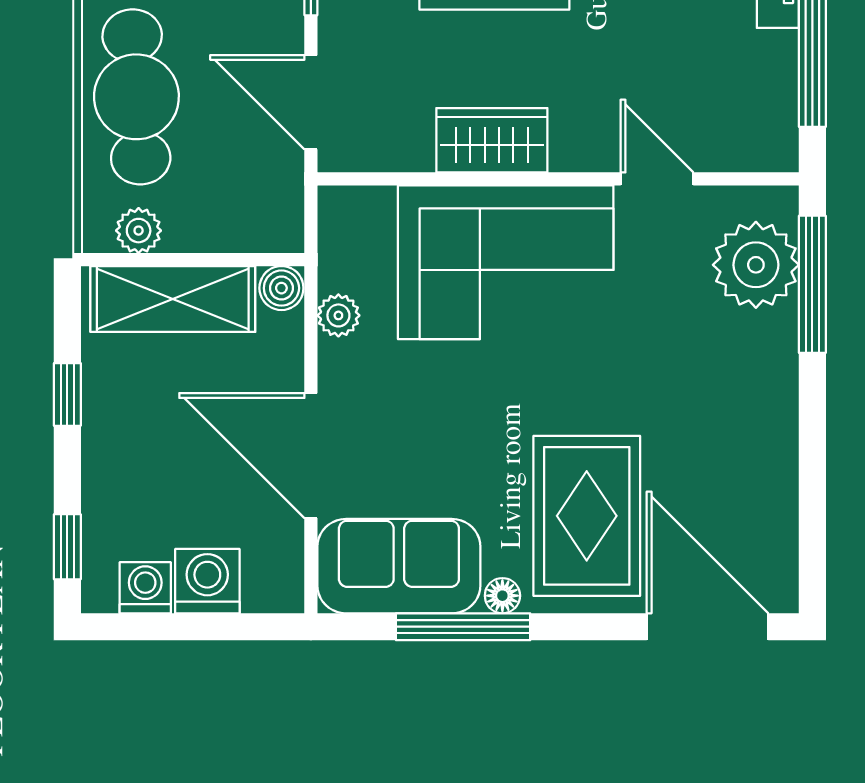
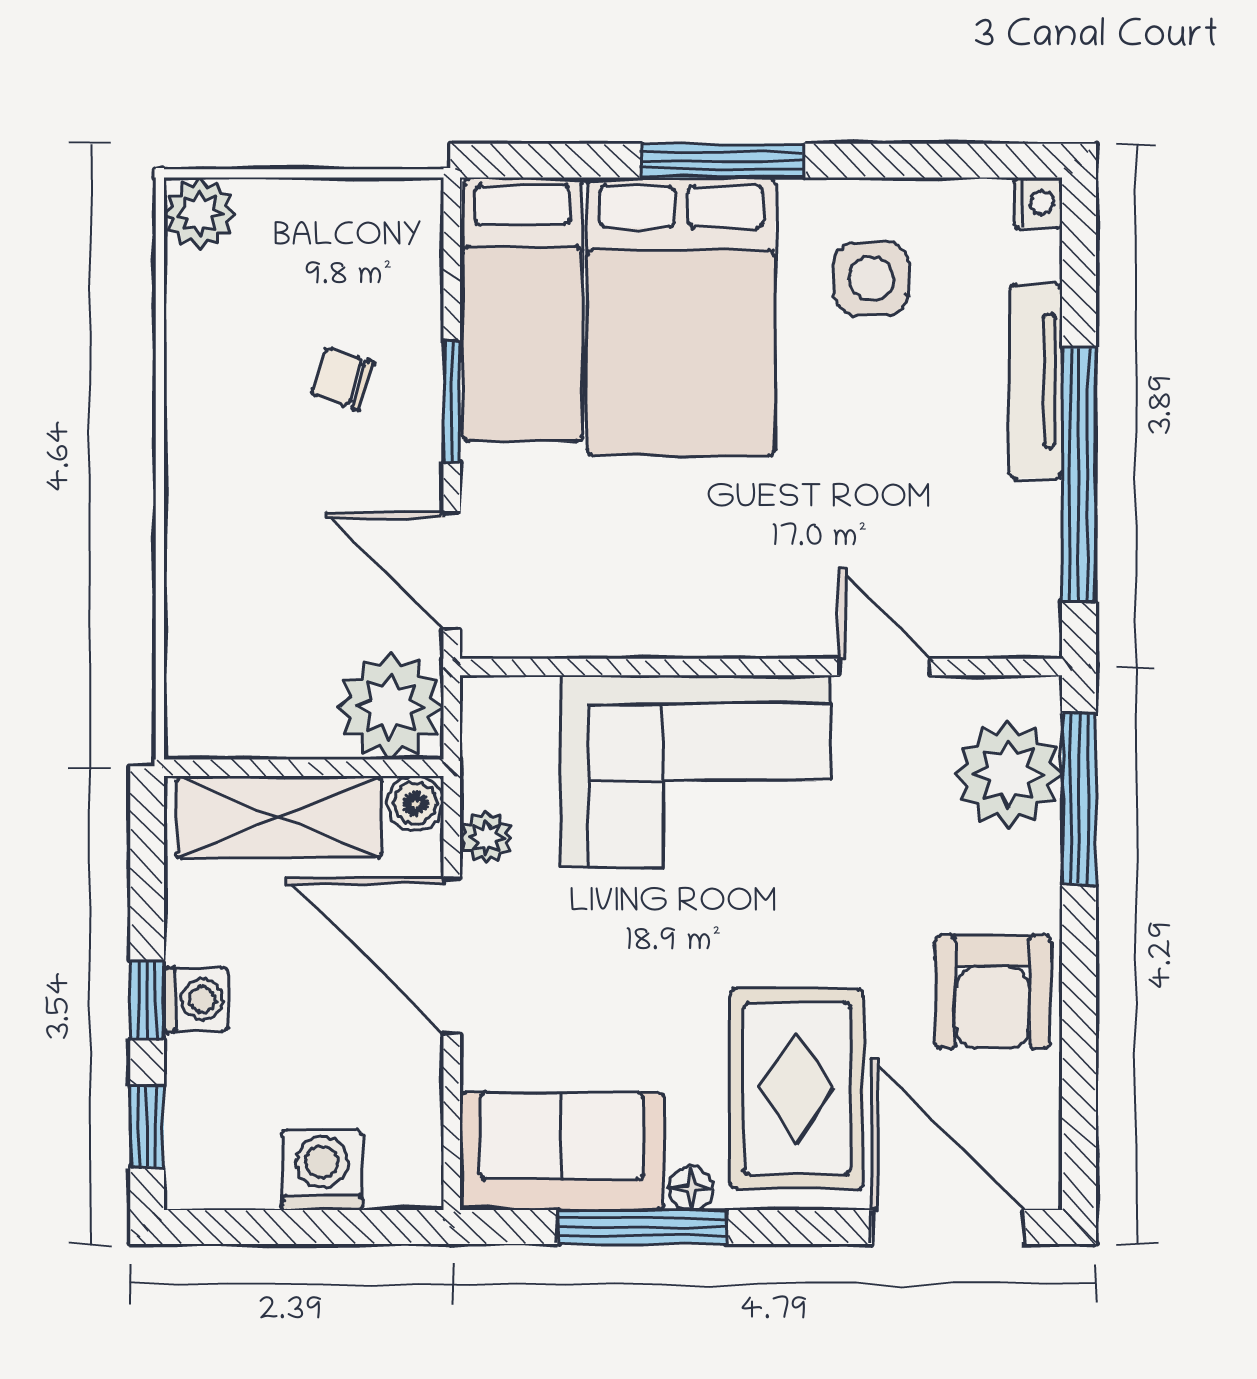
cafe table: (136, 97) -> (233, 564), removed
wardrobe: (492, 140) -> (678, 619), removed
plant: (139, 231) -> (391, 707), moved, width x1.87, depth x1.87
window: (67, 394) -> (147, 1000), moved
armchair: (743, 439) -> (993, 992), added
door: (311, 456) -> (452, 956), moved
washing machine: (145, 588) -> (196, 1000), moved, turned 90

